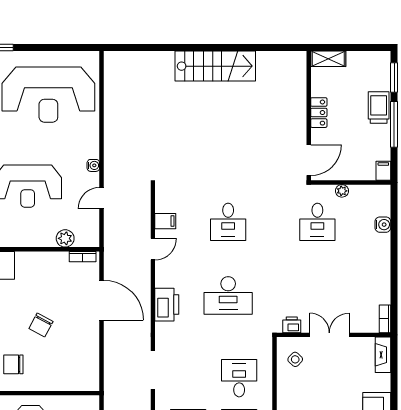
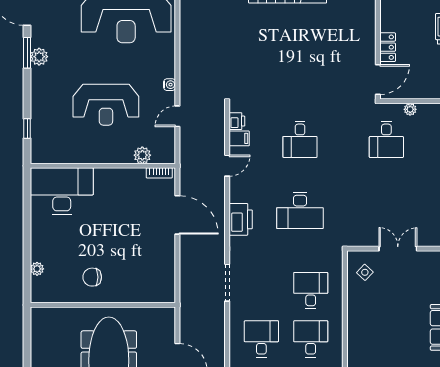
locker: (319, 113) -> (388, 47), moved
chair: (41, 325) -> (119, 239), removed
printer: (292, 325) -> (237, 121), moved, turned 90

